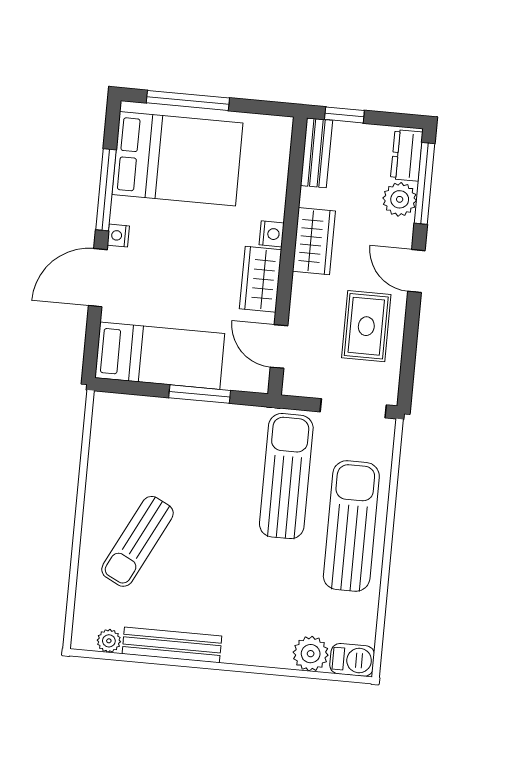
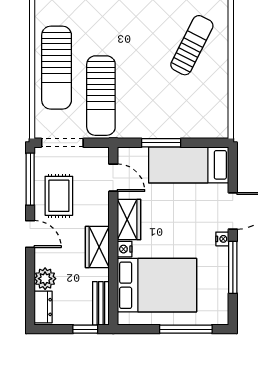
bed: (177, 159) -> (157, 285), moved, turned 180
window: (425, 183) -> (30, 179), moved

